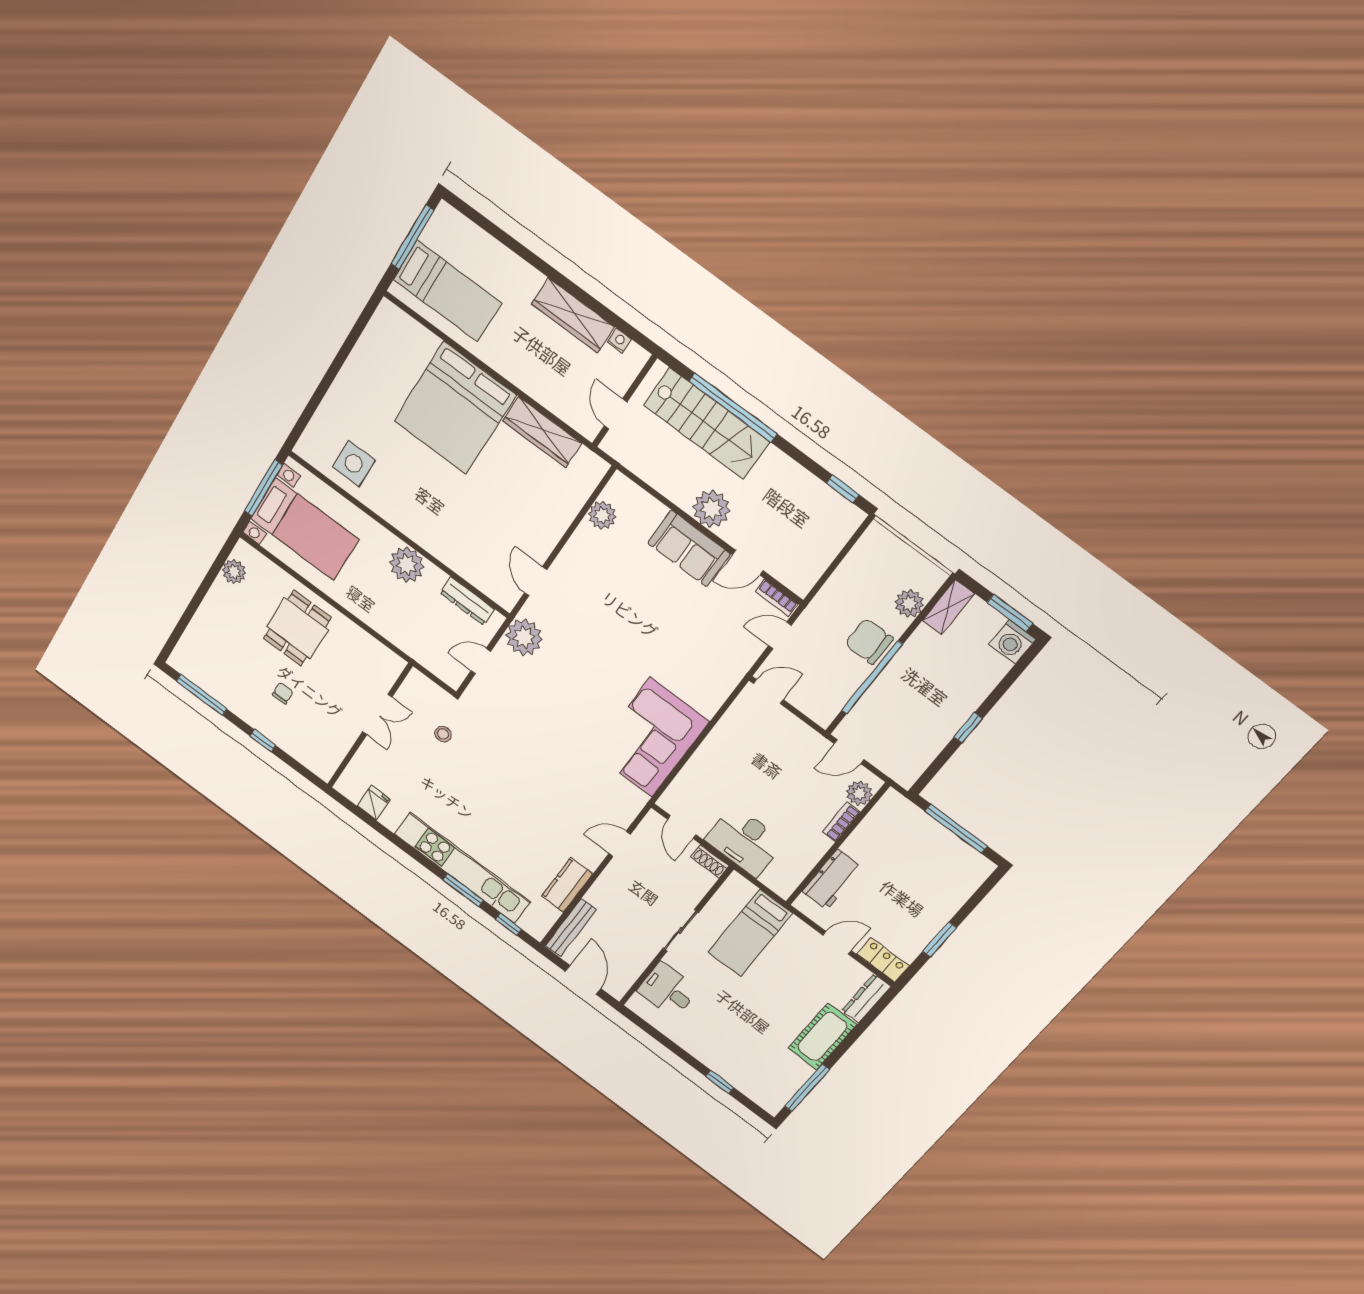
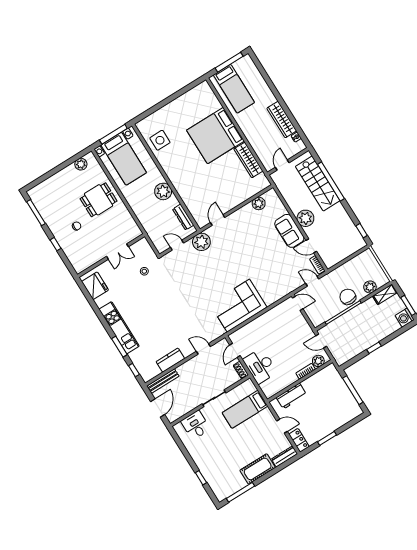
fridge: (374, 803) -> (95, 286), width x1.88, depth x1.34
kitchen unit: (462, 868) -> (119, 328), width x0.73

